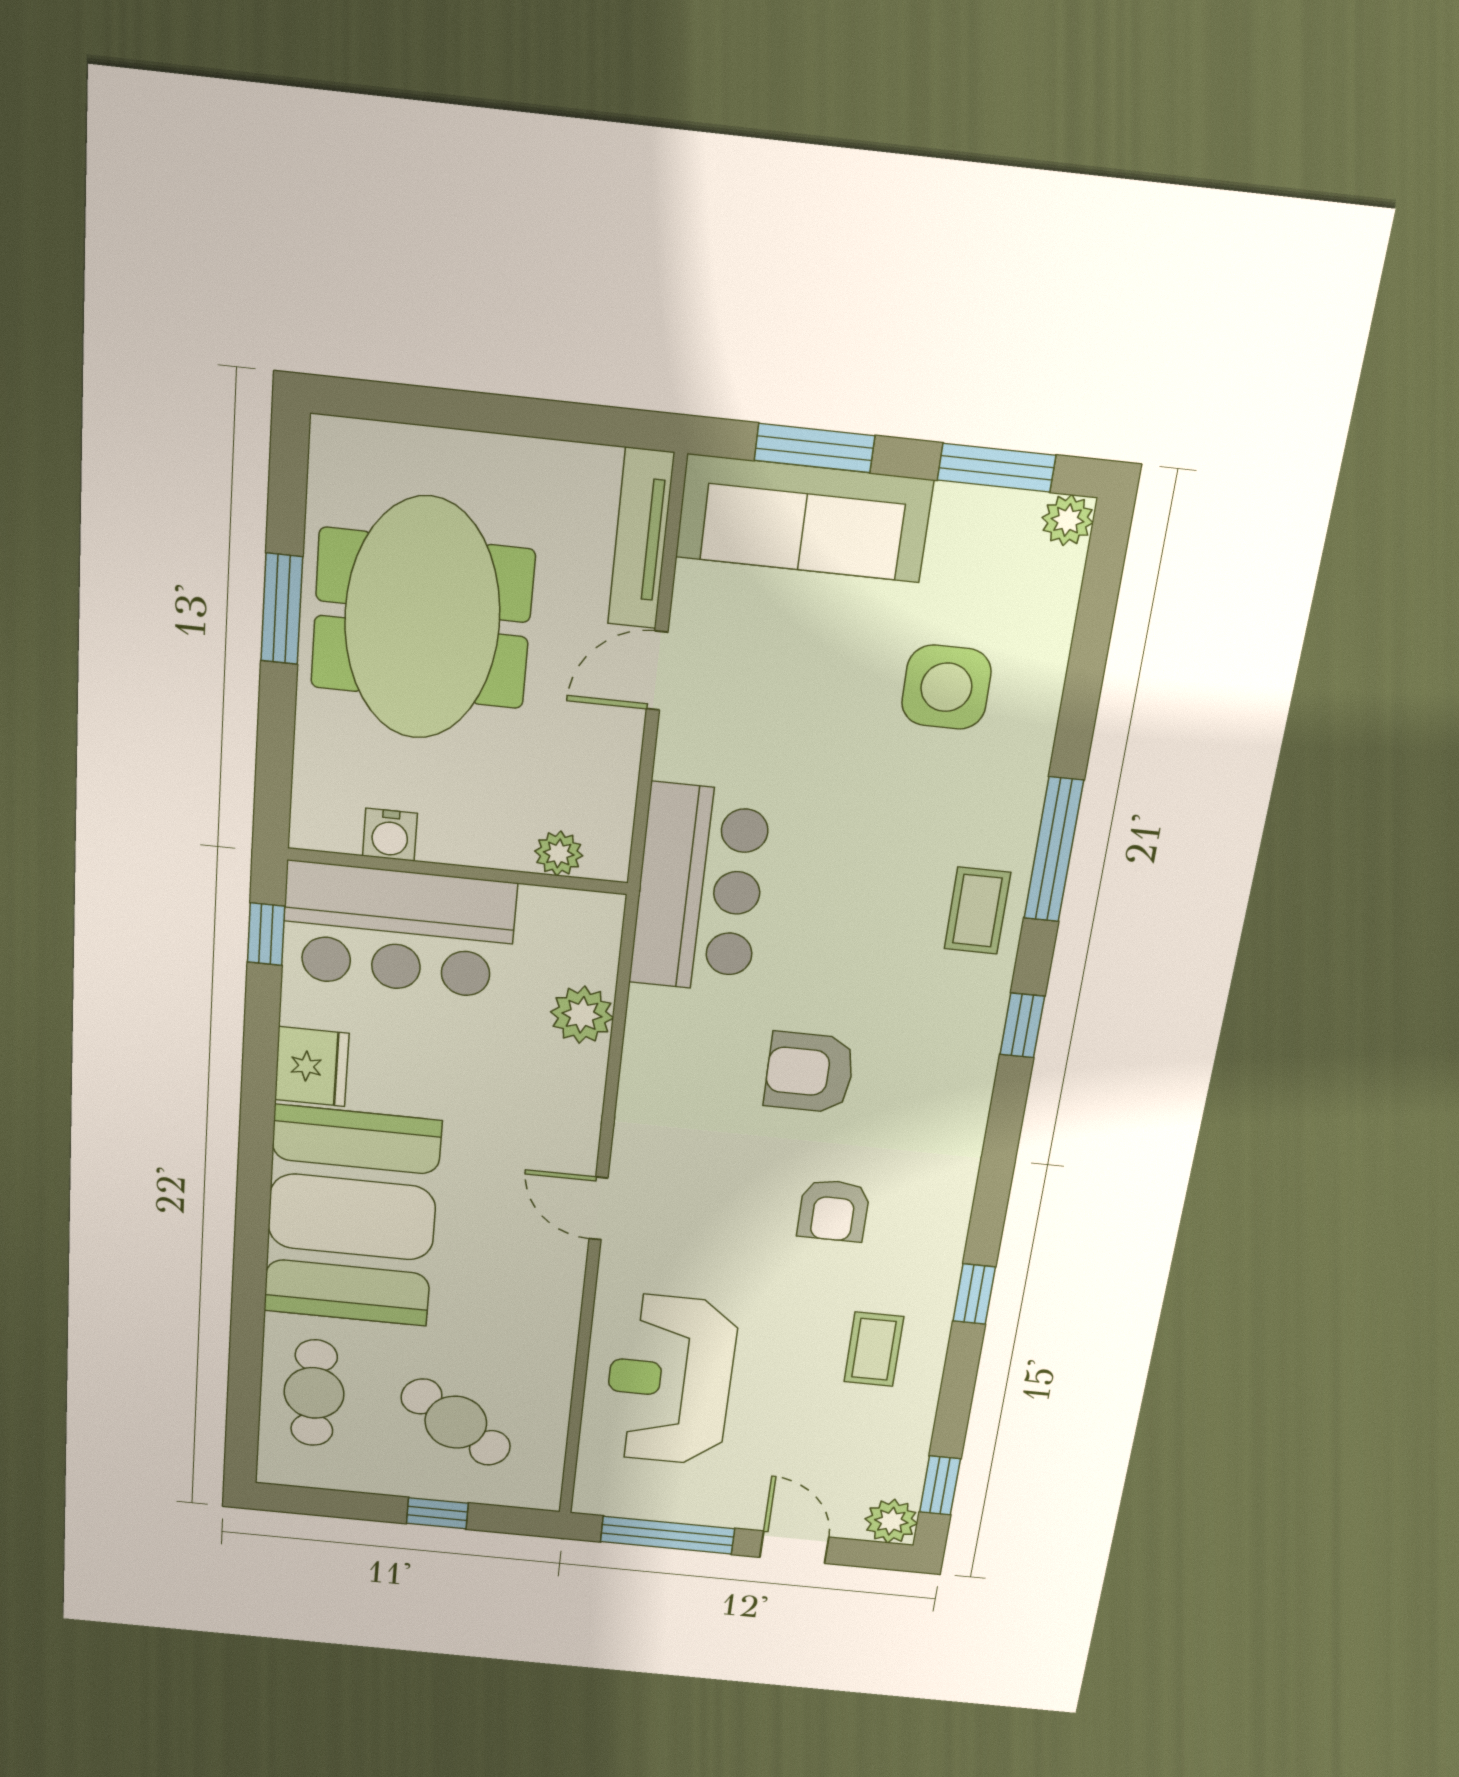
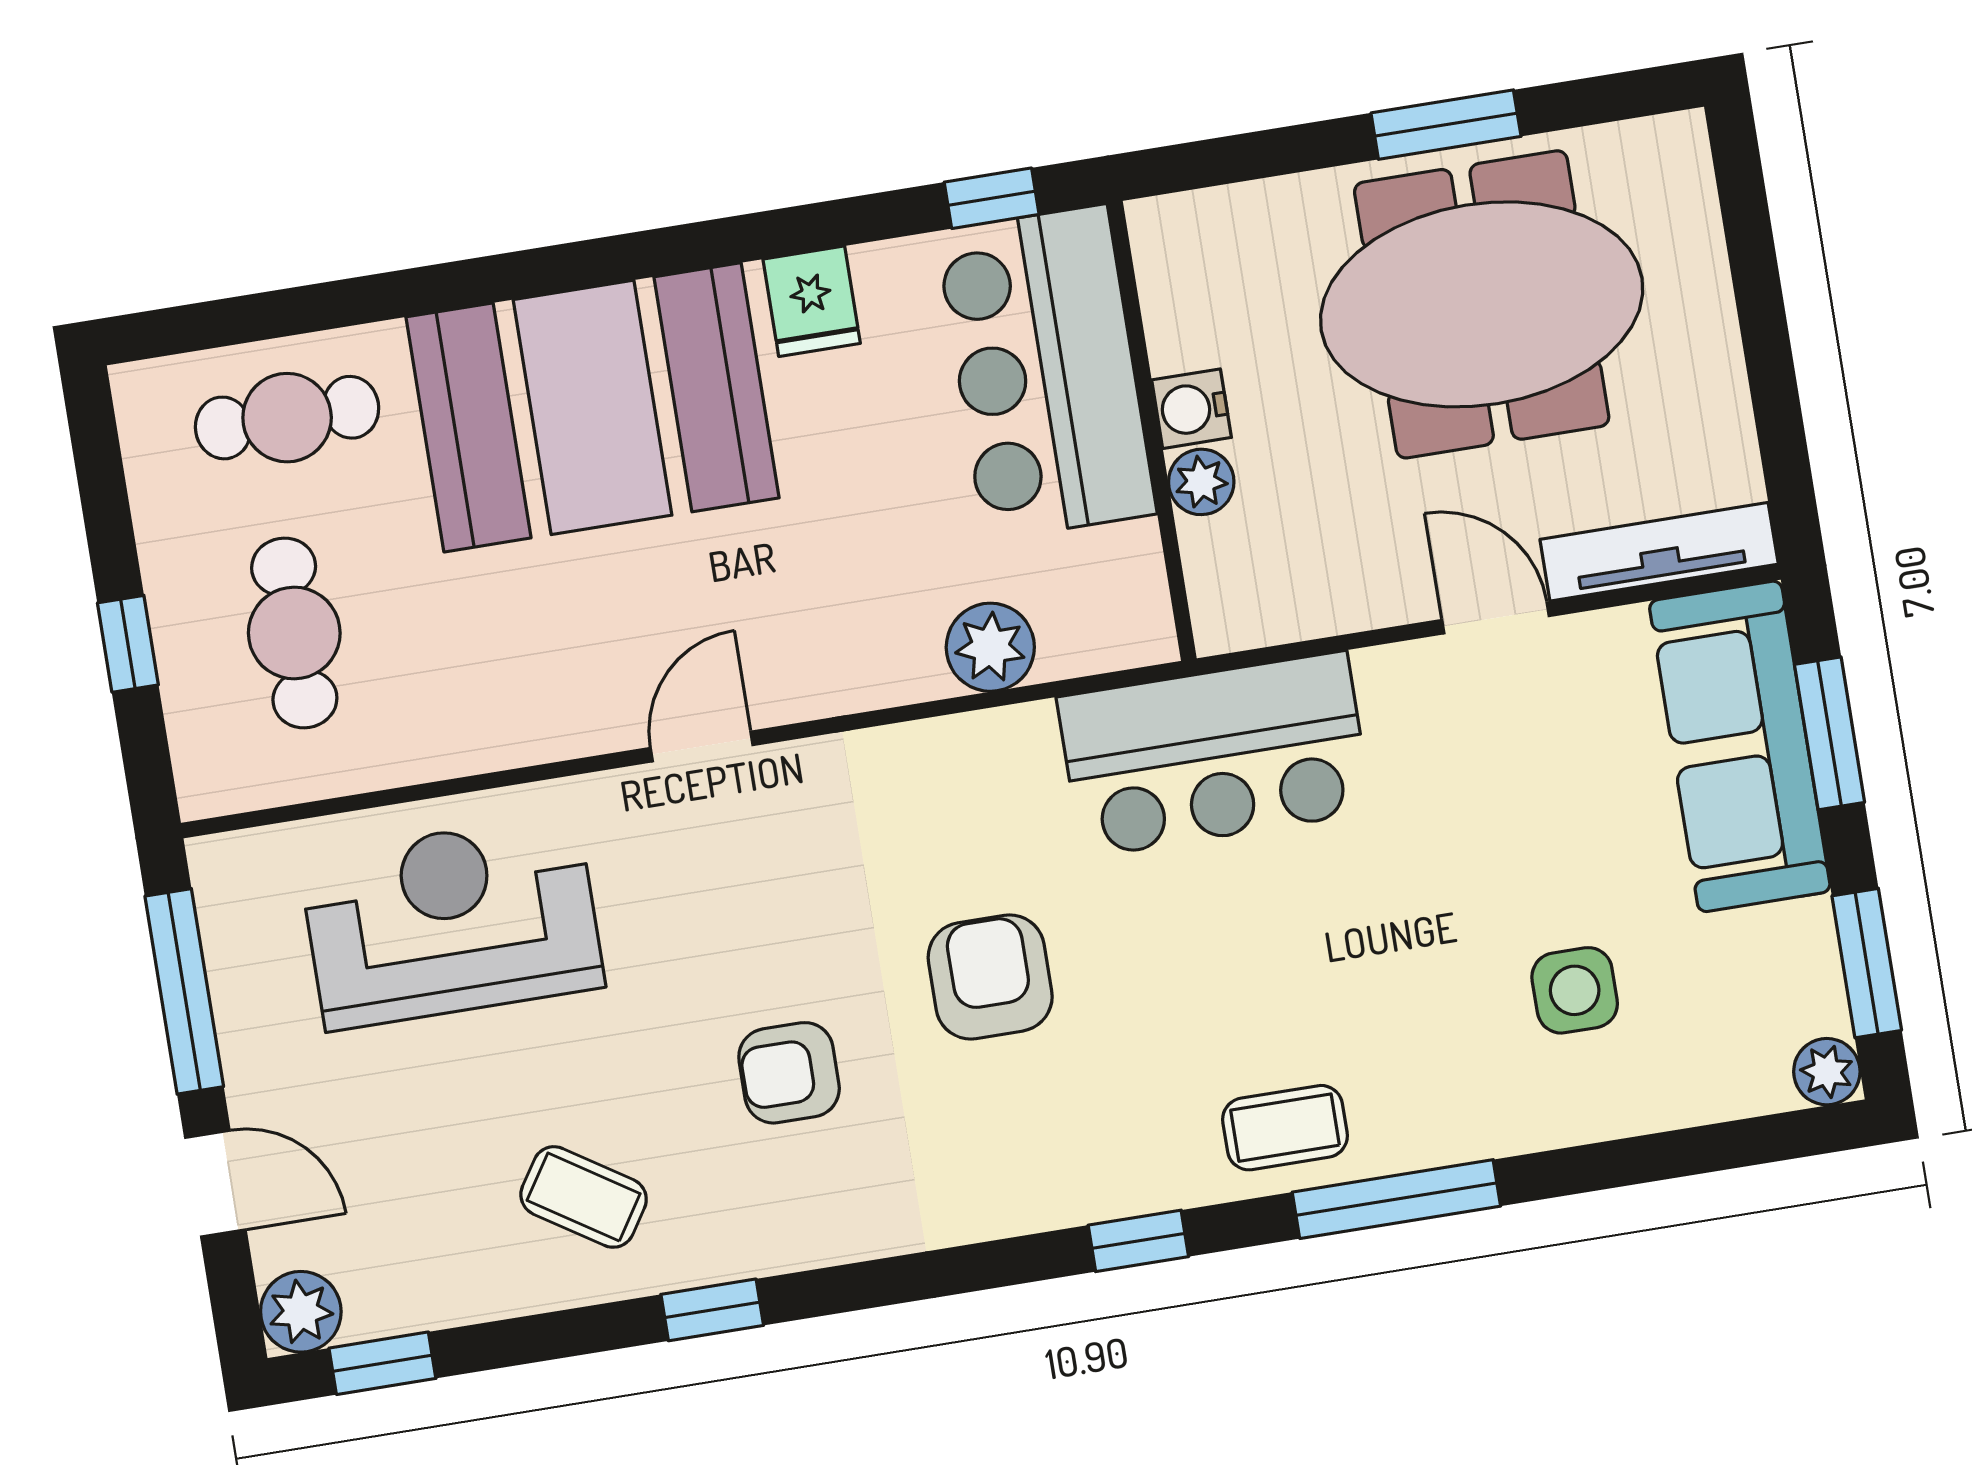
side table: (946, 687) -> (1575, 990), width x0.73, depth x0.73
water cooler: (390, 835) -> (1191, 409), moved
plant: (559, 853) -> (1201, 482), moved
fridge: (312, 1067) -> (812, 301), width x0.72
coffee table: (874, 1349) -> (584, 1197), turned 33
cafe table: (456, 1422) -> (294, 633), turned -36
door: (794, 1547) -> (215, 1184), hinge flipped

